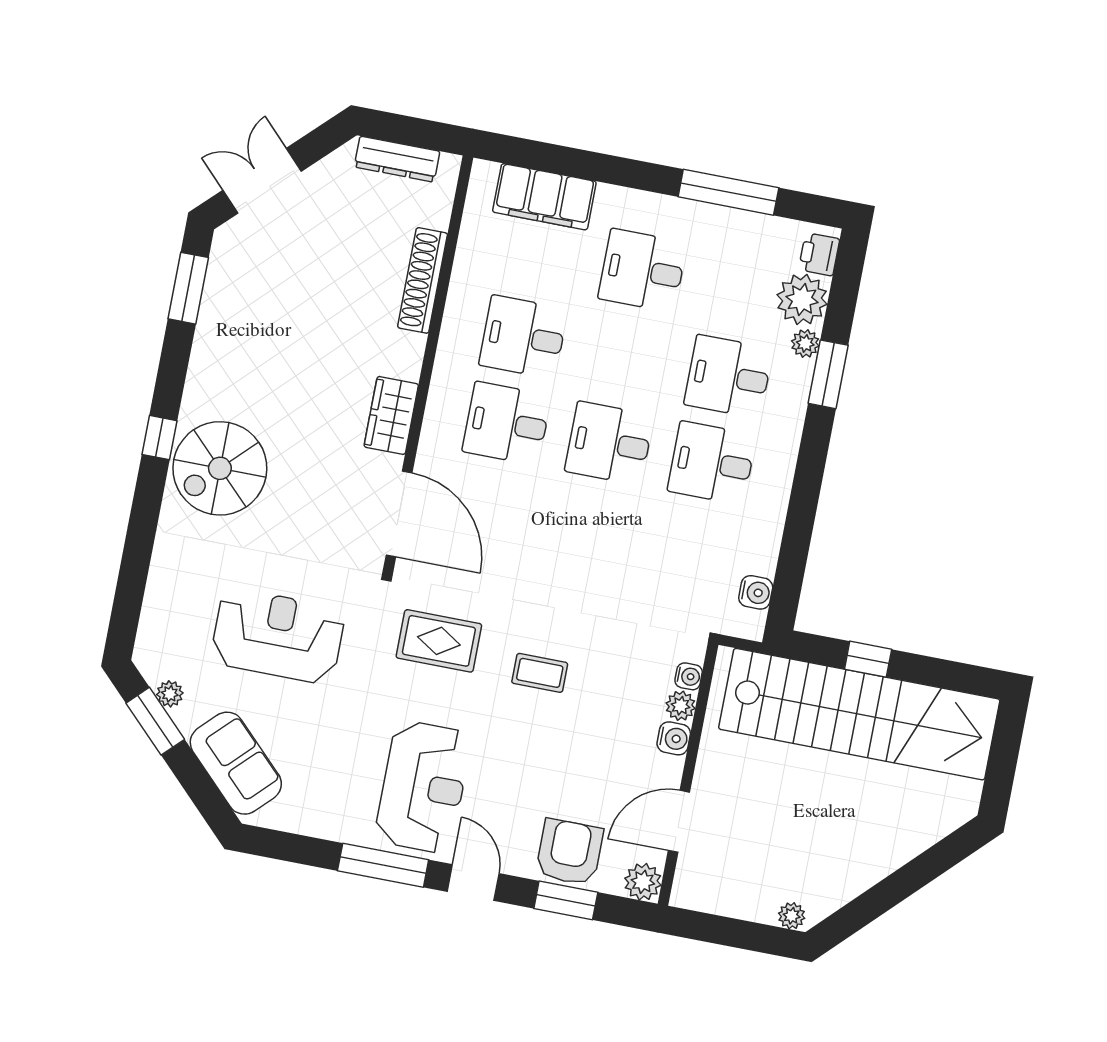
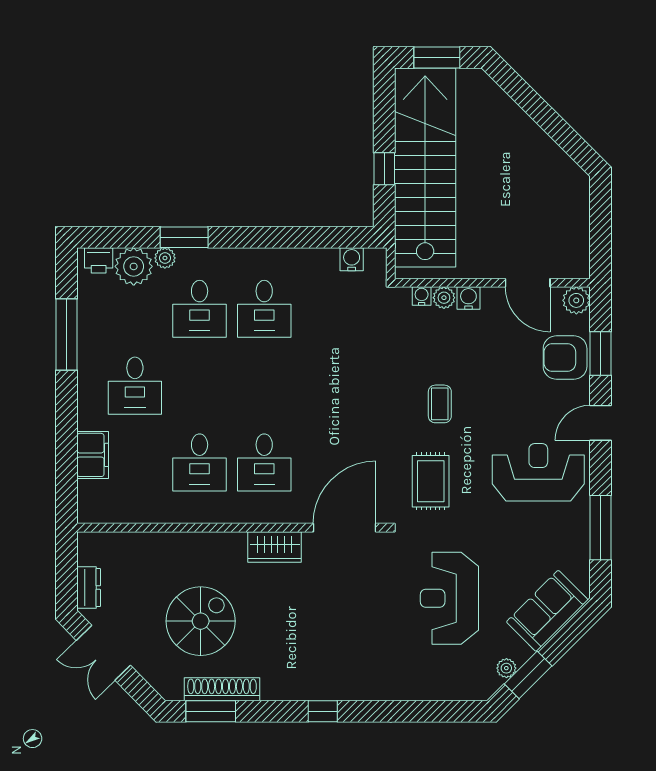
dresser: (397, 159) -> (89, 588), width x0.70
double door: (262, 181) -> (103, 653), moved
filing cabinet: (544, 197) -> (93, 455), width x0.67, depth x0.86
shoe rack: (423, 280) -> (222, 689), moved, turned 180
desk: (609, 443) -> (264, 386), removed
spiral stairs: (220, 468) -> (201, 621), moved, turned -90
window: (1003, 758) -> (437, 57), added
window: (383, 865) -> (600, 528), moved
plant: (792, 916) -> (580, 188), removed

